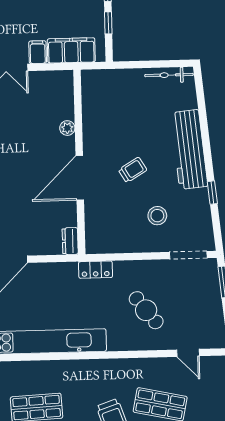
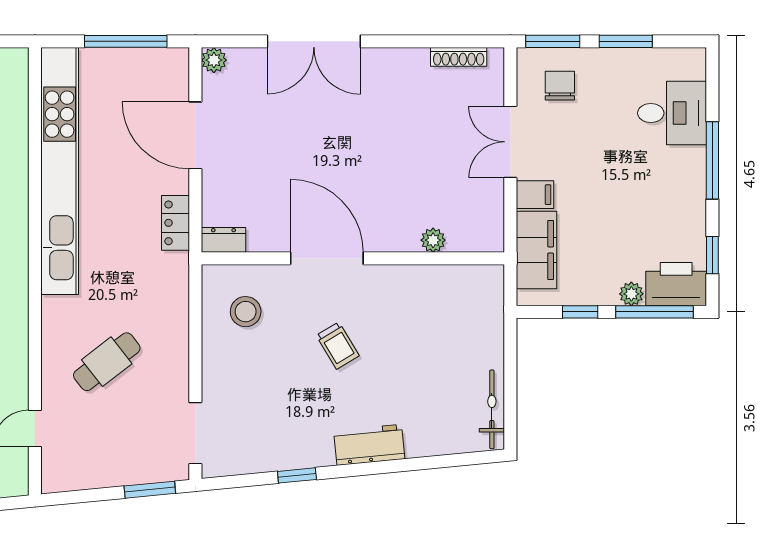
plant: (67, 128) -> (433, 240), moved
workbench: (189, 150) -> (369, 445), width x0.53, depth x0.76
stool: (157, 216) -> (246, 312), moved
locker: (96, 270) -> (175, 223), moved

